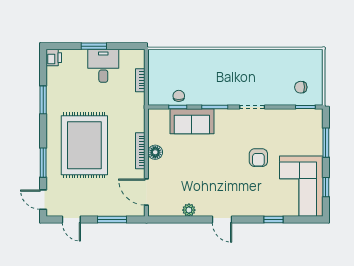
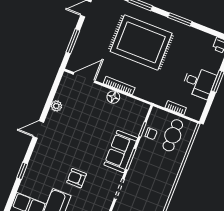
cafe table: (171, 72) -> (173, 135), added
window: (43, 100) -> (180, 19), moved
sofa: (192, 121) -> (121, 151), moved

